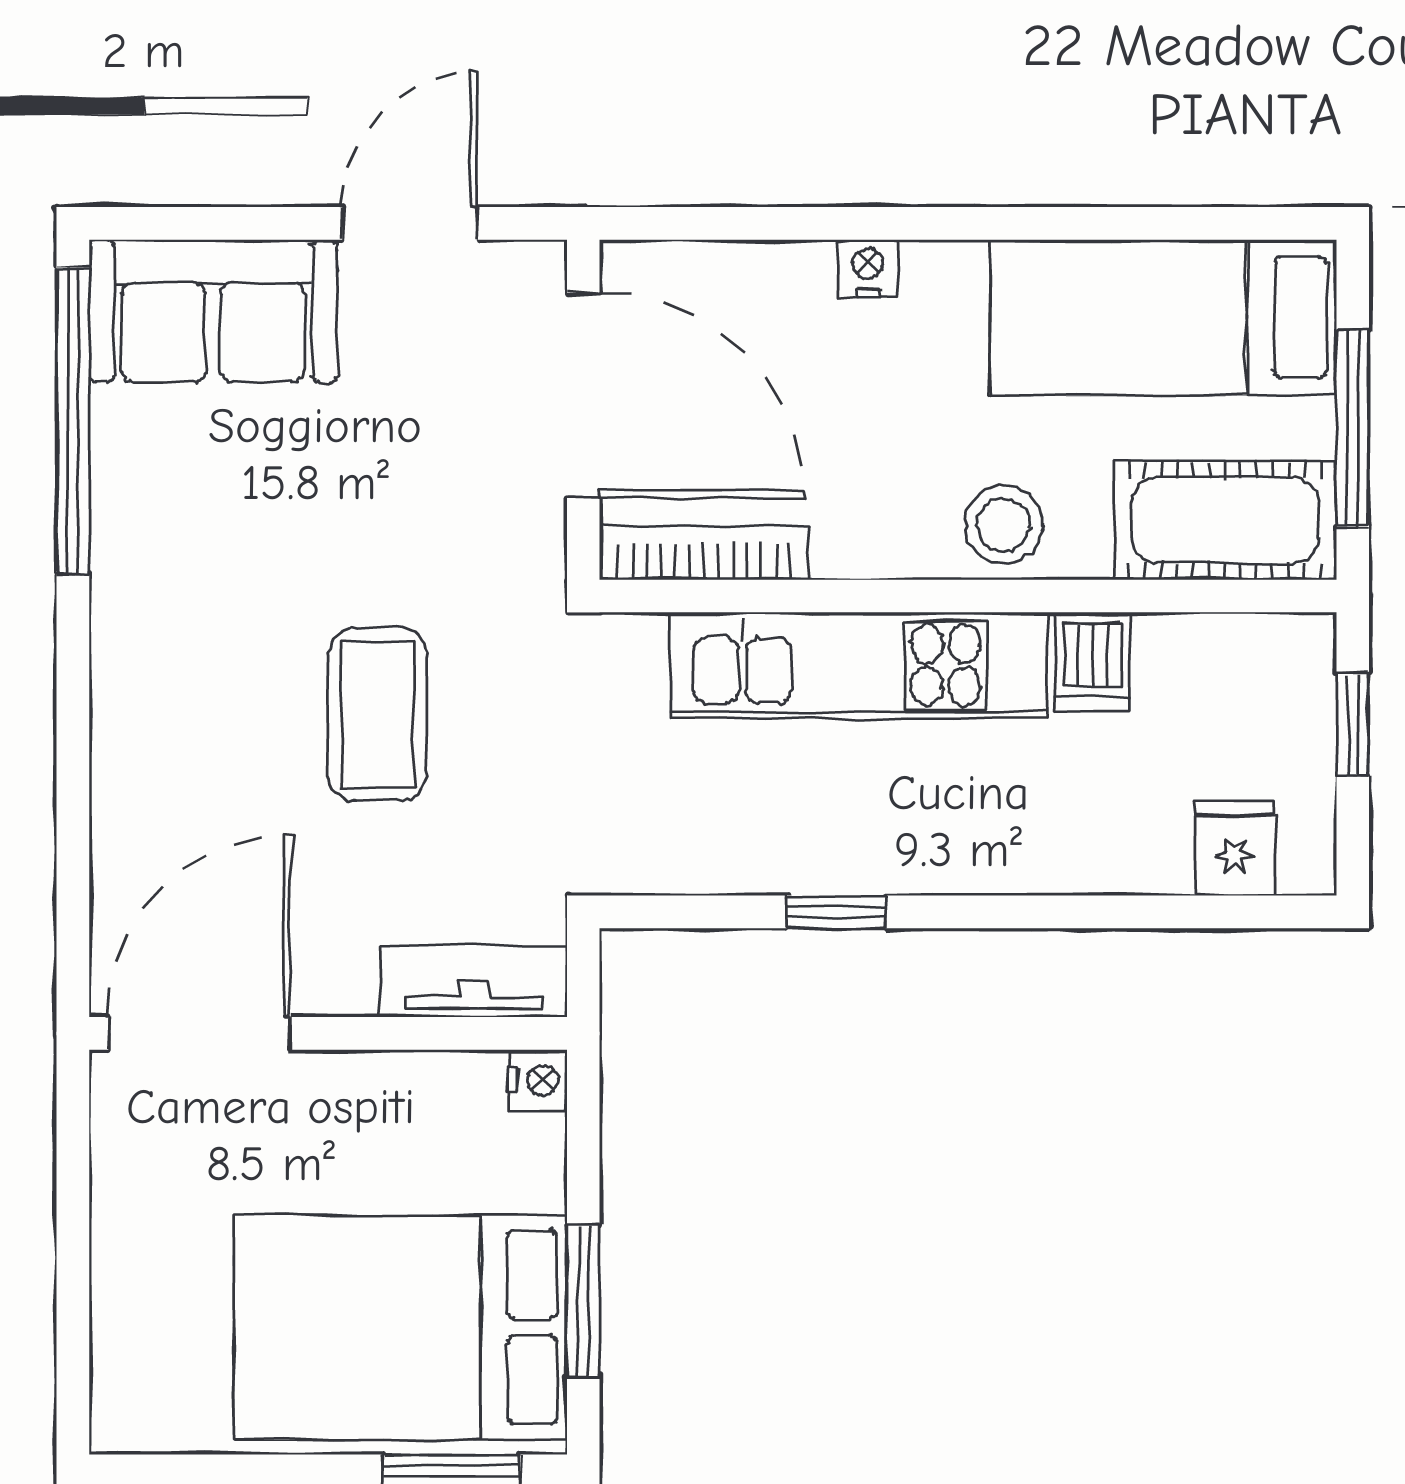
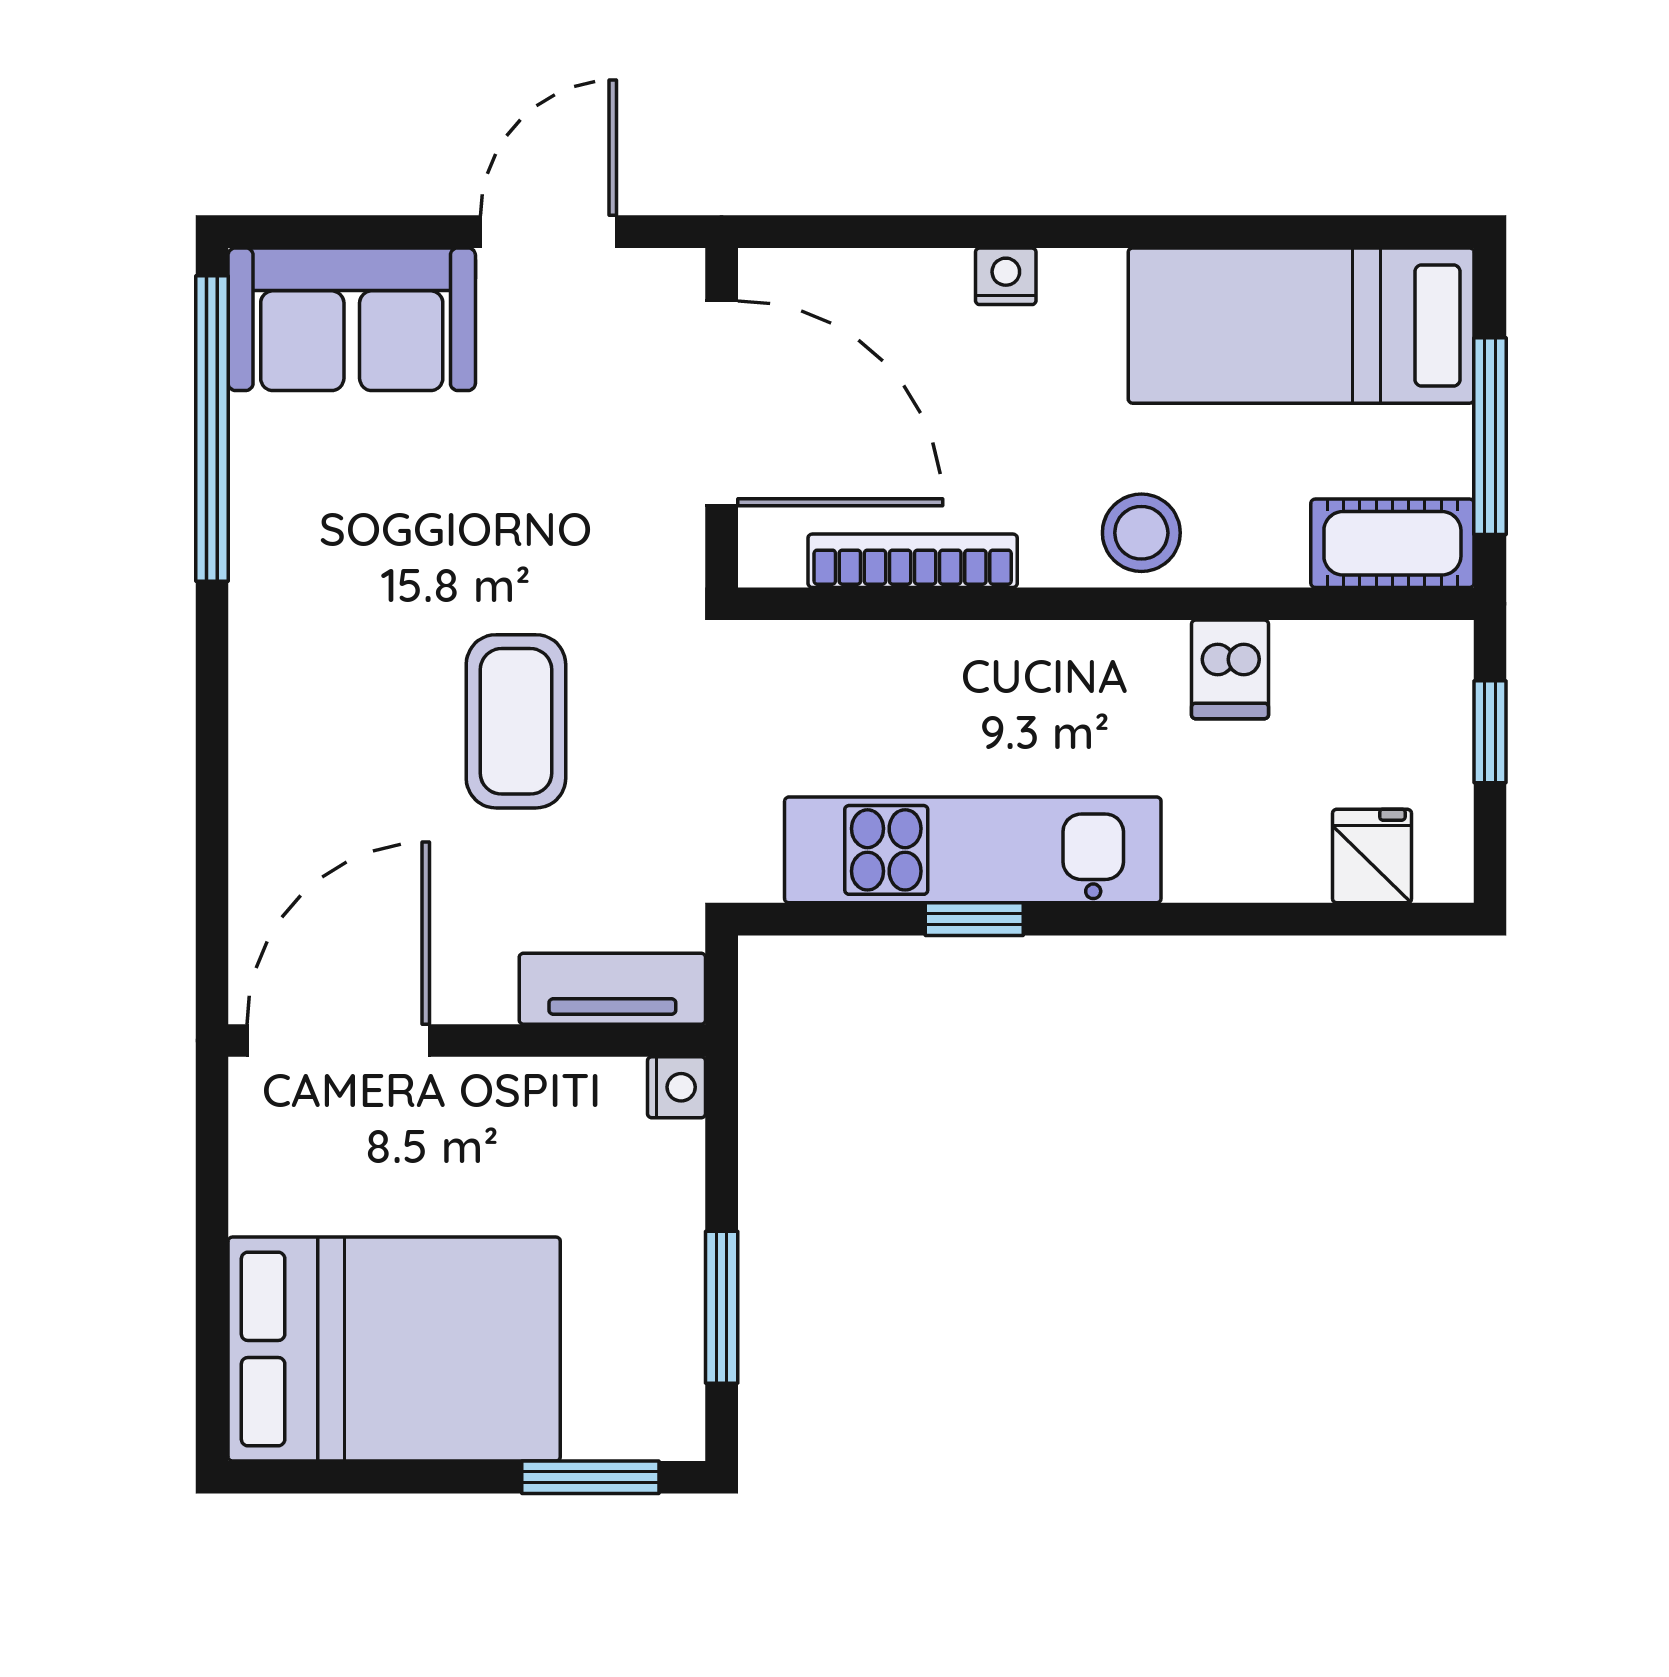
cot: (1225, 520) -> (1392, 543), width x0.73, depth x0.75
bookcase: (704, 553) -> (913, 561), moved
kitchen unit: (859, 665) -> (973, 850), moved, turned 180
bed: (401, 1327) -> (394, 1349), moved, turned 180

